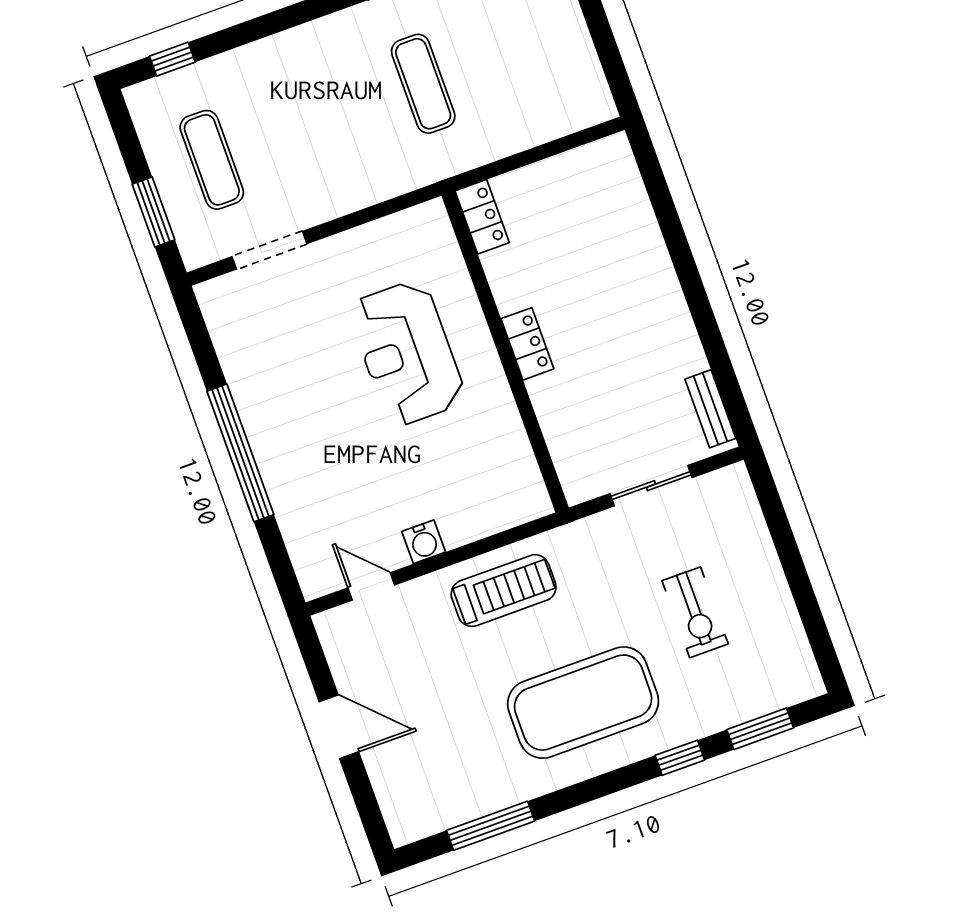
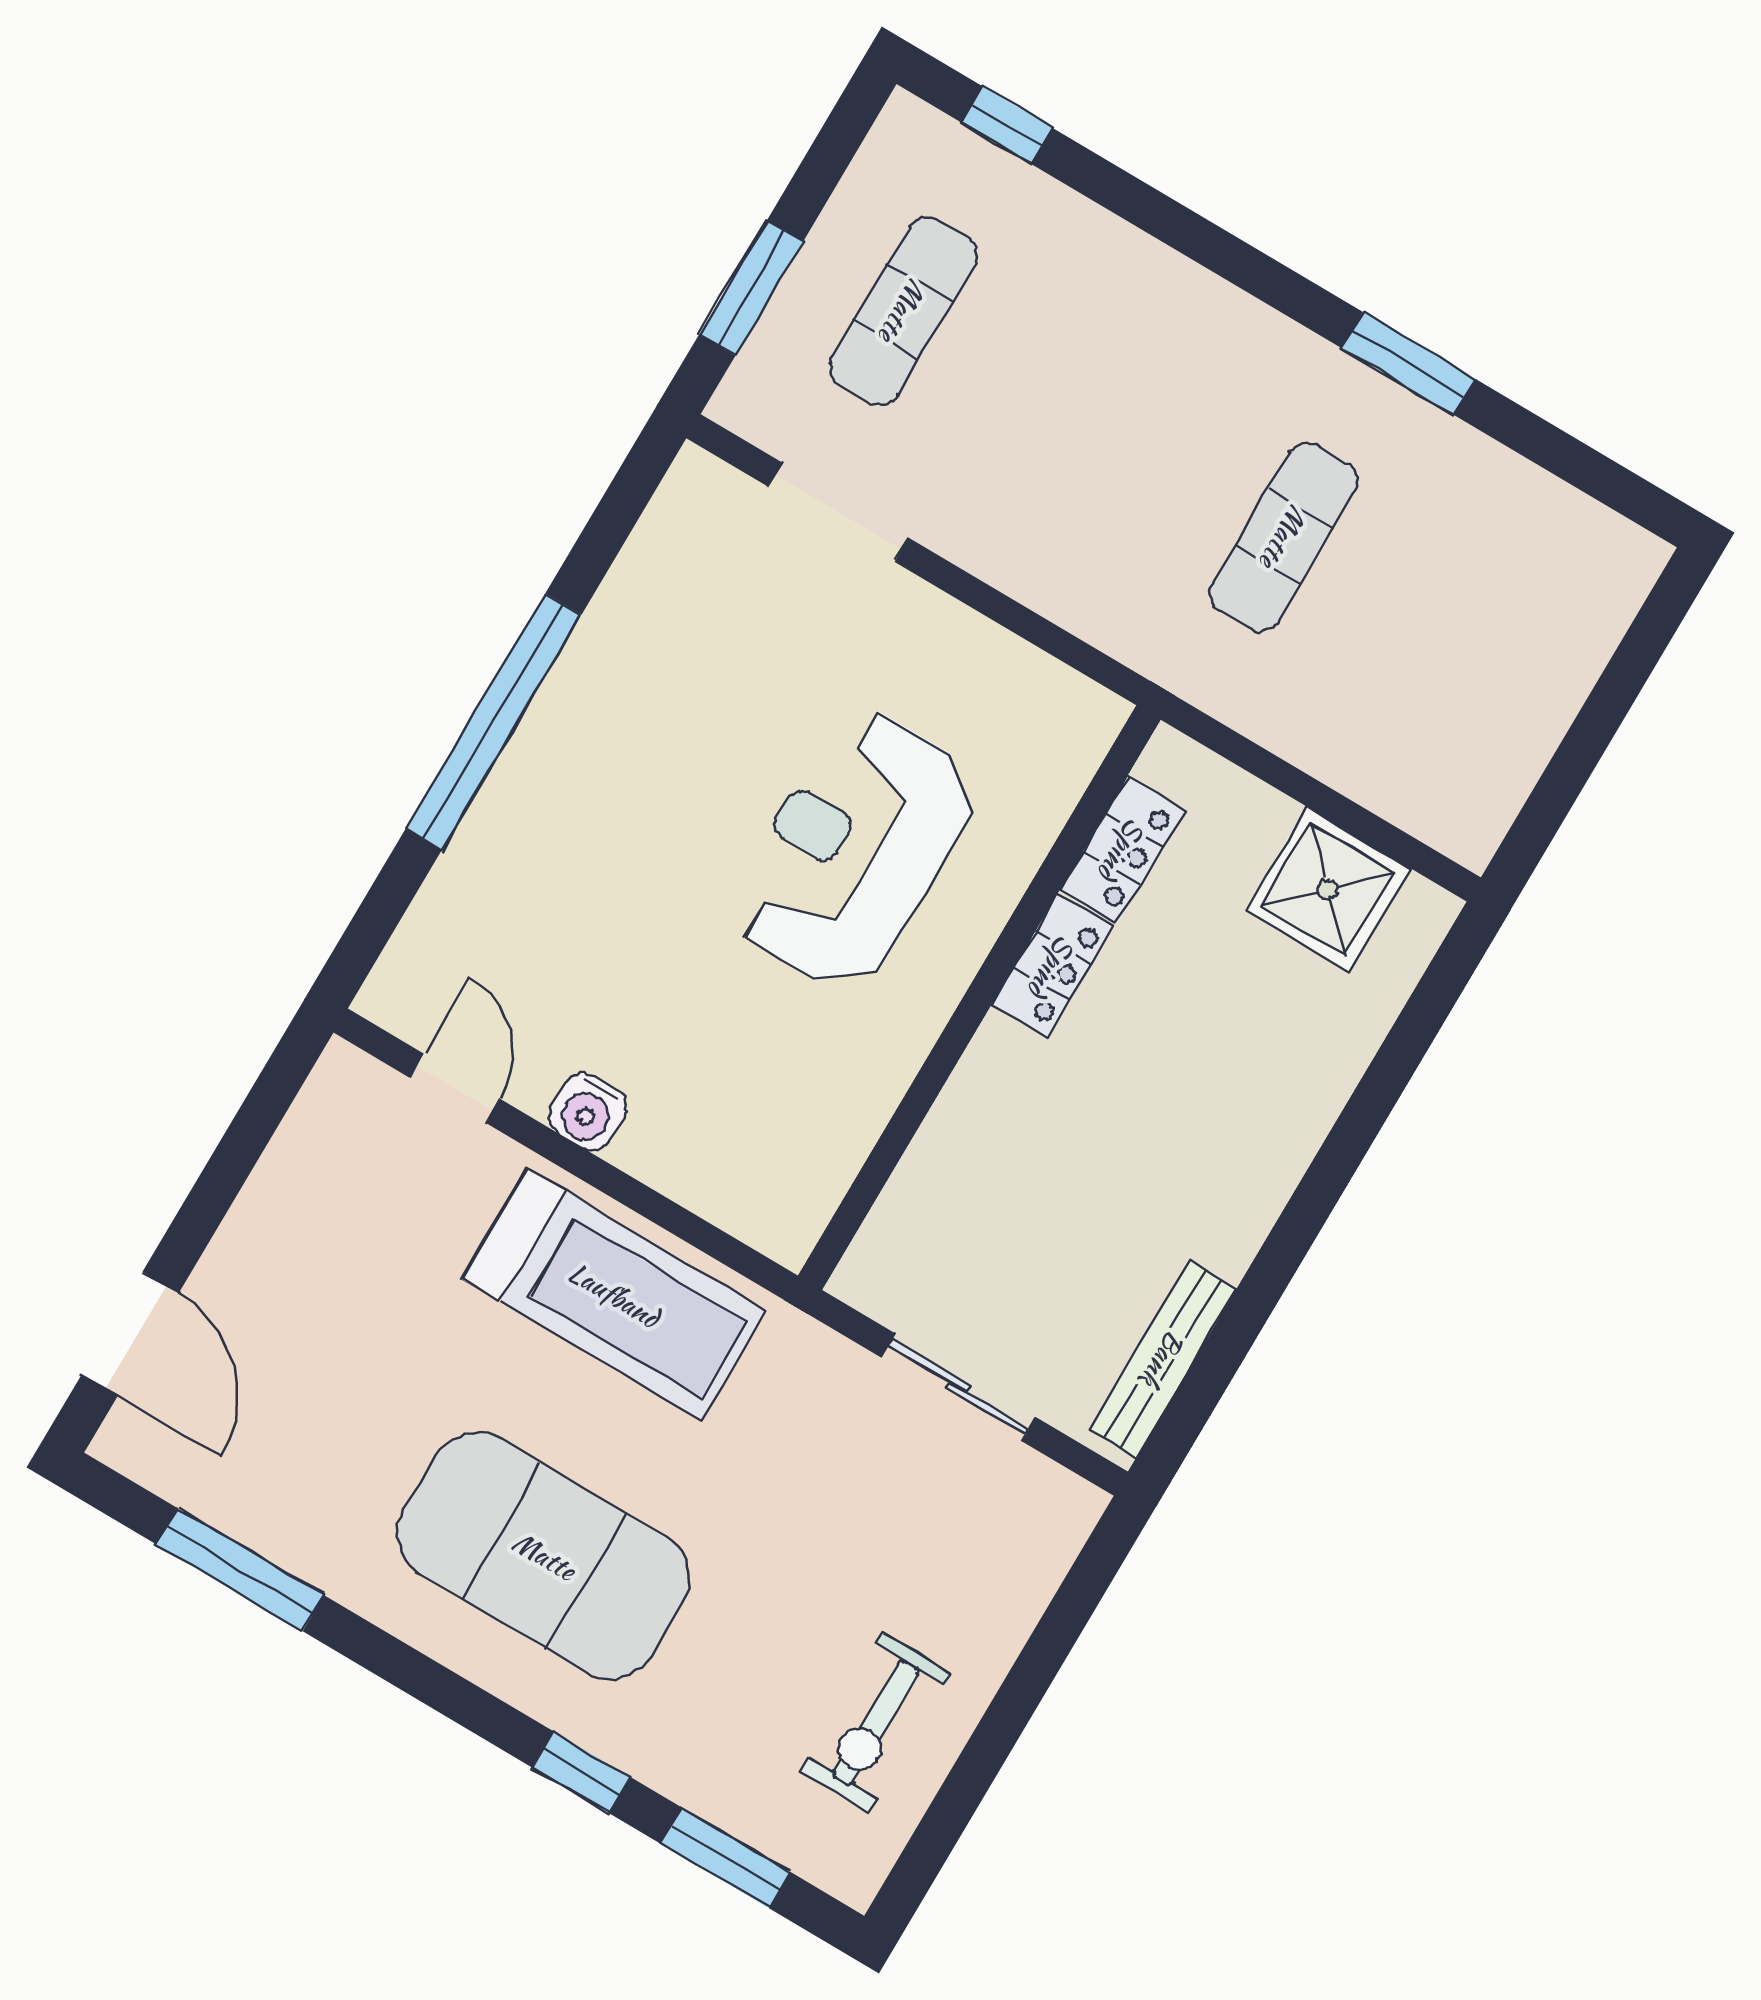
shower: (575, 180) -> (1328, 889), added
locker: (482, 217) -> (1122, 849), moved
locker: (527, 344) -> (1052, 966), moved
bench: (710, 409) -> (1163, 1359), width x1.36
treadmill: (504, 591) -> (614, 1295), width x1.37, depth x1.38
exercise bike: (695, 612) -> (876, 1723), moved
door: (339, 727) -> (130, 1334), moved

